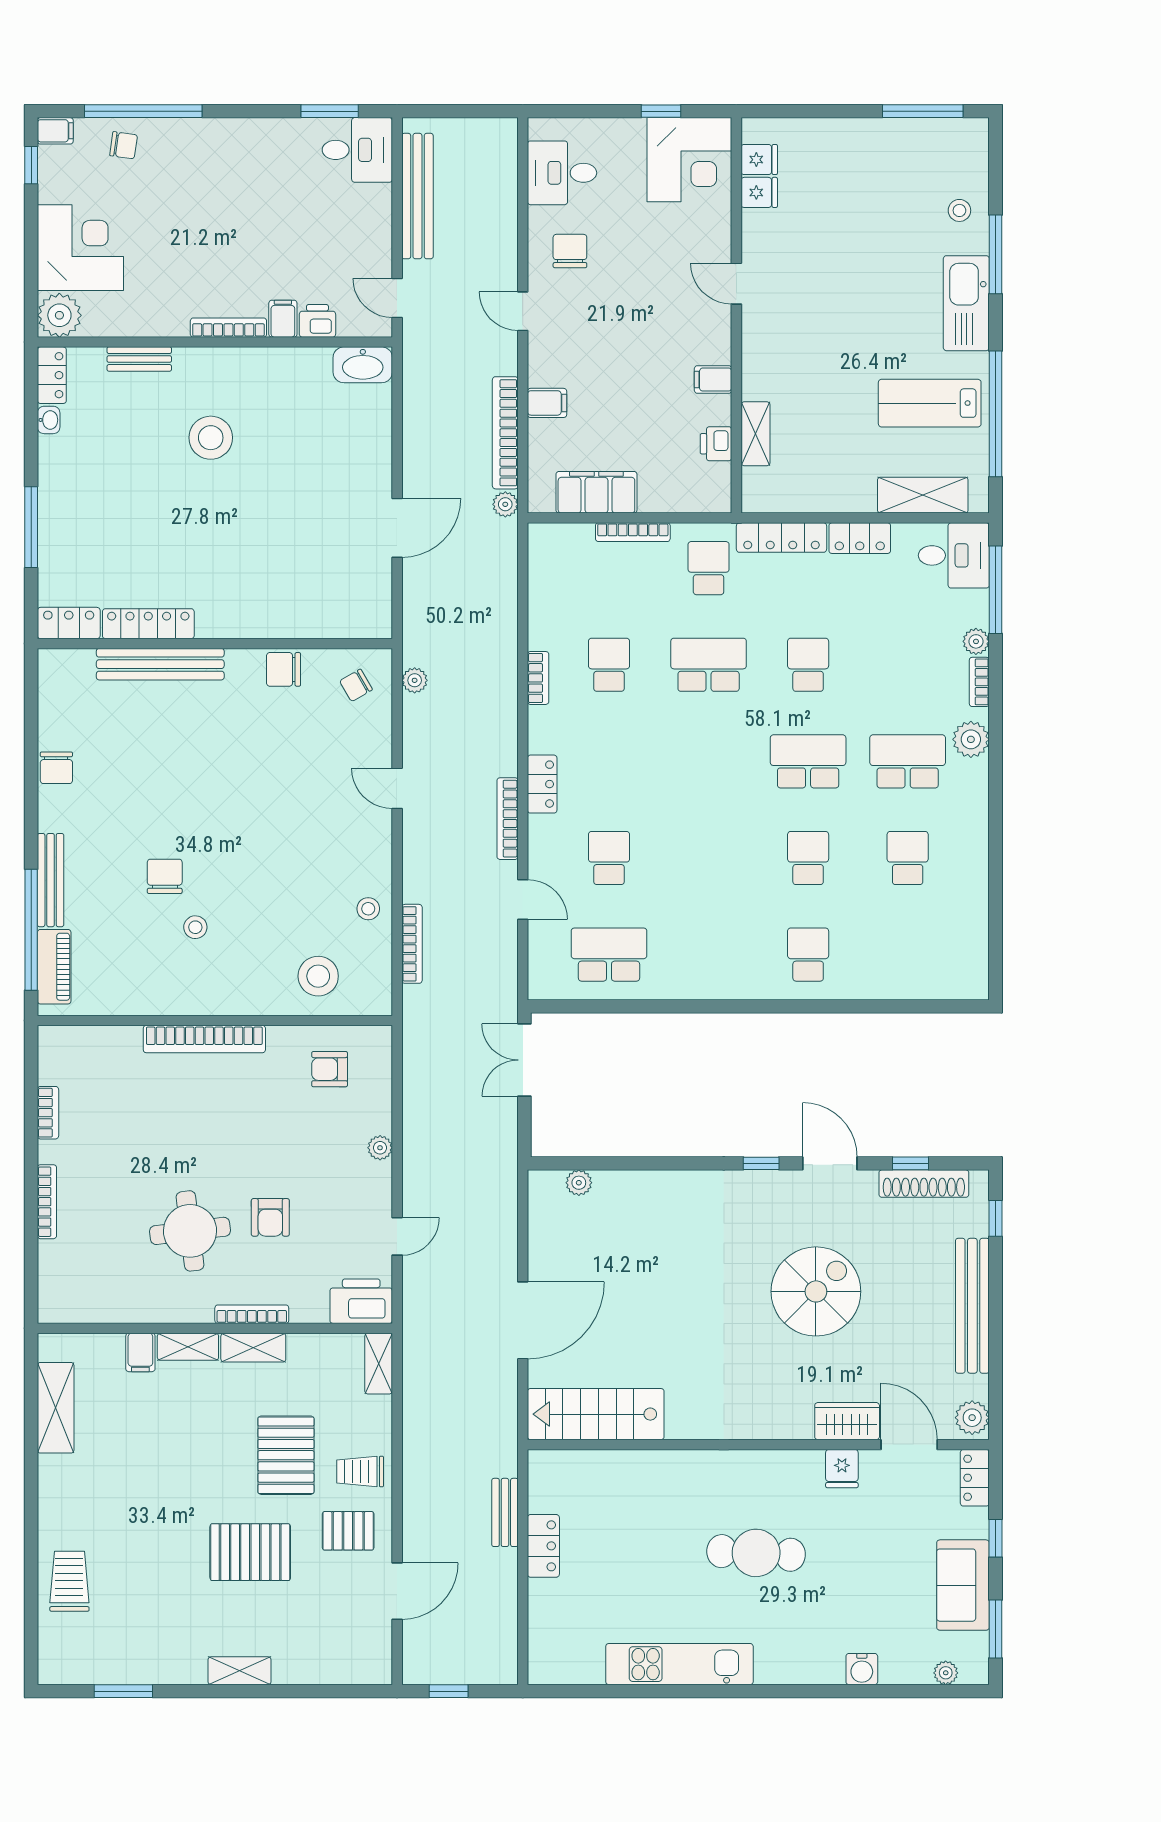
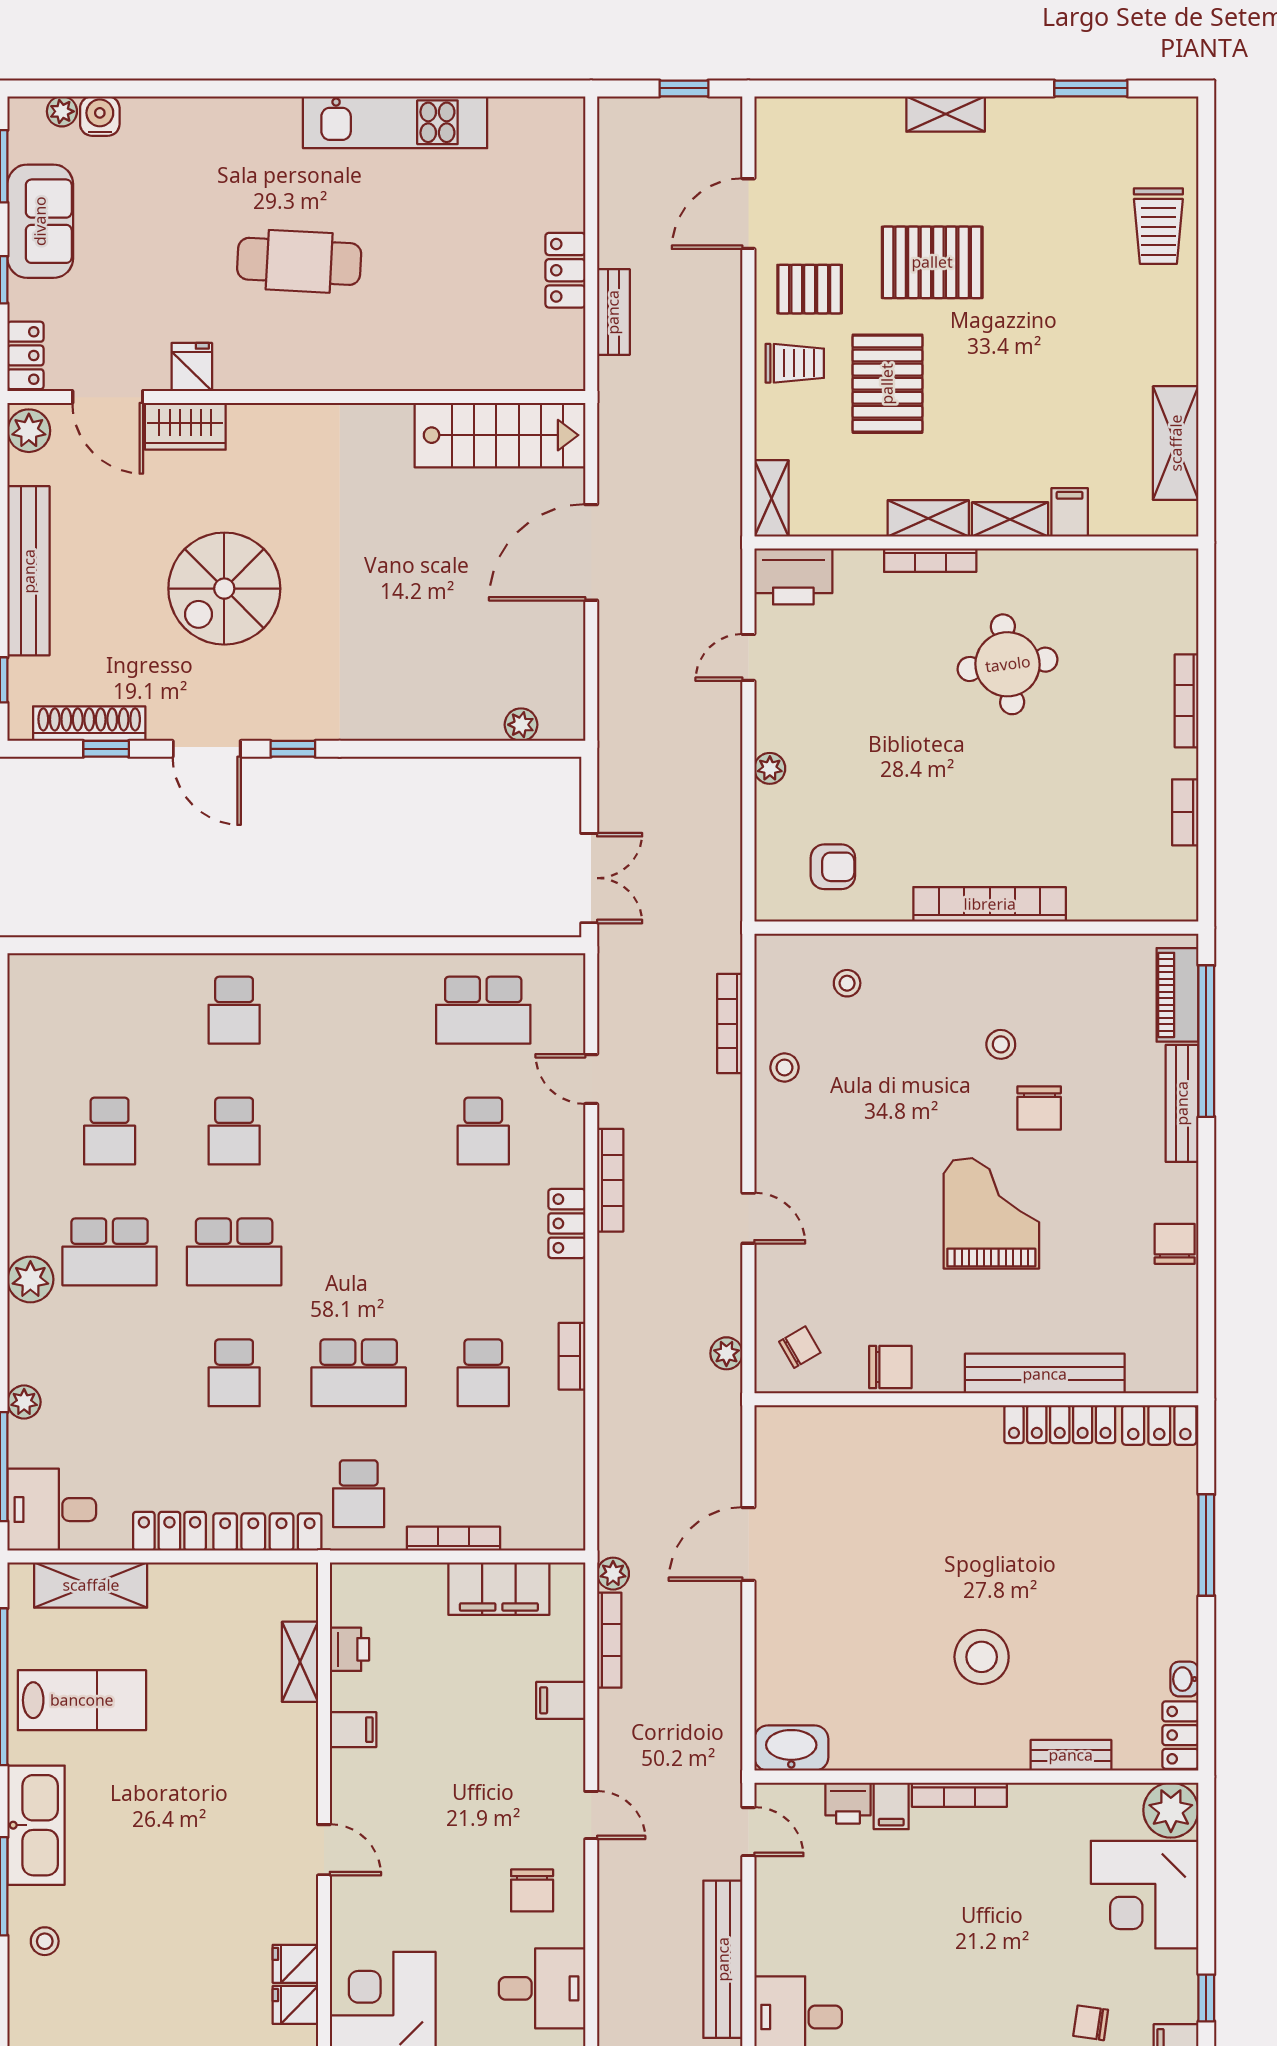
bookcase: (505, 433) -> (609, 1640), width x0.68, depth x0.76
bookcase: (979, 682) -> (20, 1351), removed
grand piano: (203, 792) -> (991, 1213), added
stool: (318, 976) -> (847, 983), width x0.53, depth x0.53
armchair: (270, 1217) -> (907, 681), removed
water cooler: (862, 1669) -> (100, 116), moved

